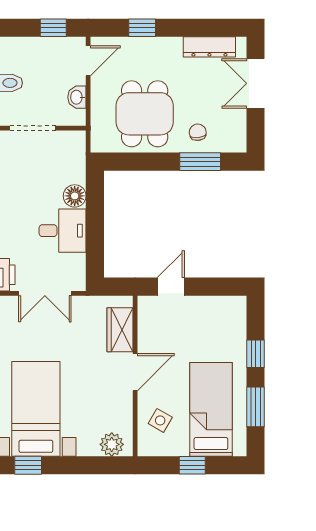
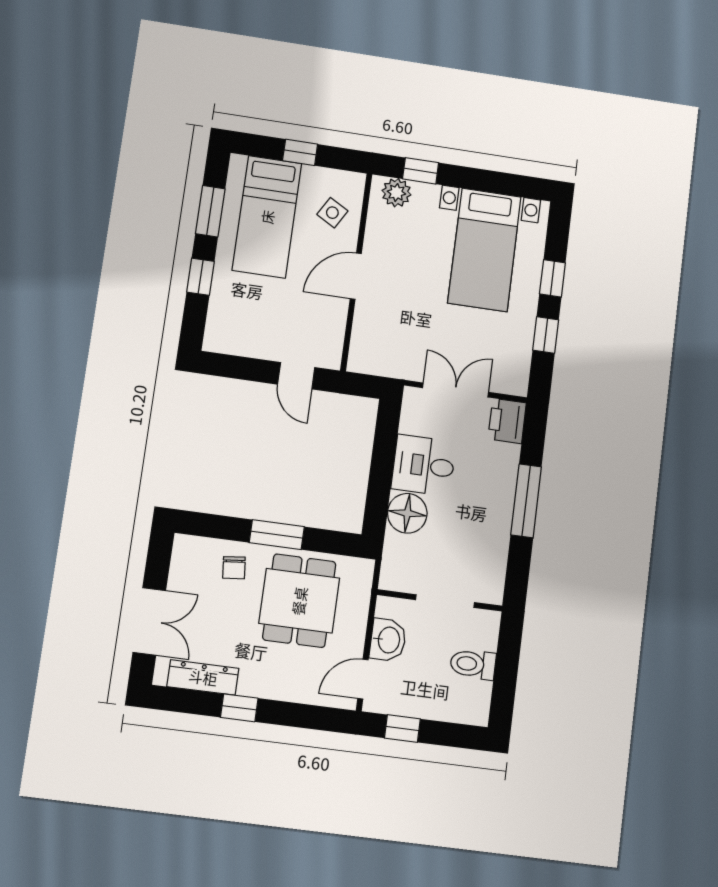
window: (142, 28) -> (239, 708), moved
washbasin: (77, 97) -> (388, 640), width x1.38, depth x1.45
window: (200, 162) -> (277, 535), moved
floor lamp: (75, 196) -> (407, 513), width x1.38, depth x1.38
door: (171, 287) -> (296, 376), hinge flipped
wardrobe: (120, 330) -> (368, 331), removed
window: (28, 465) -> (421, 171), moved

